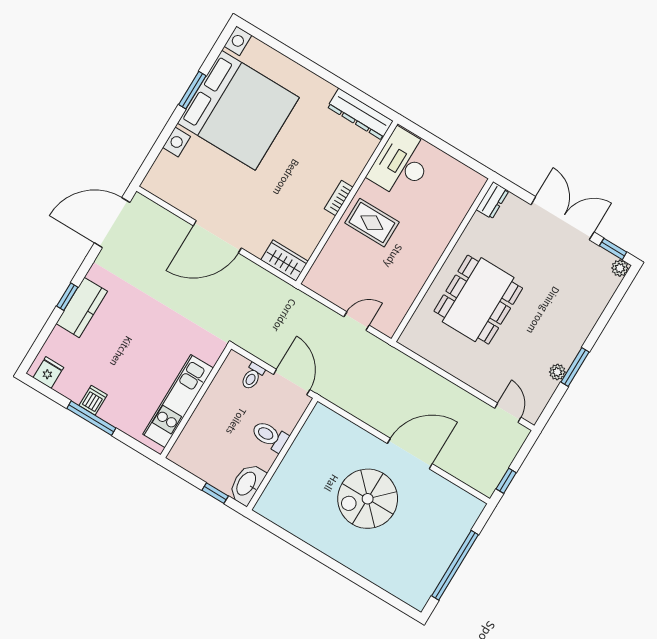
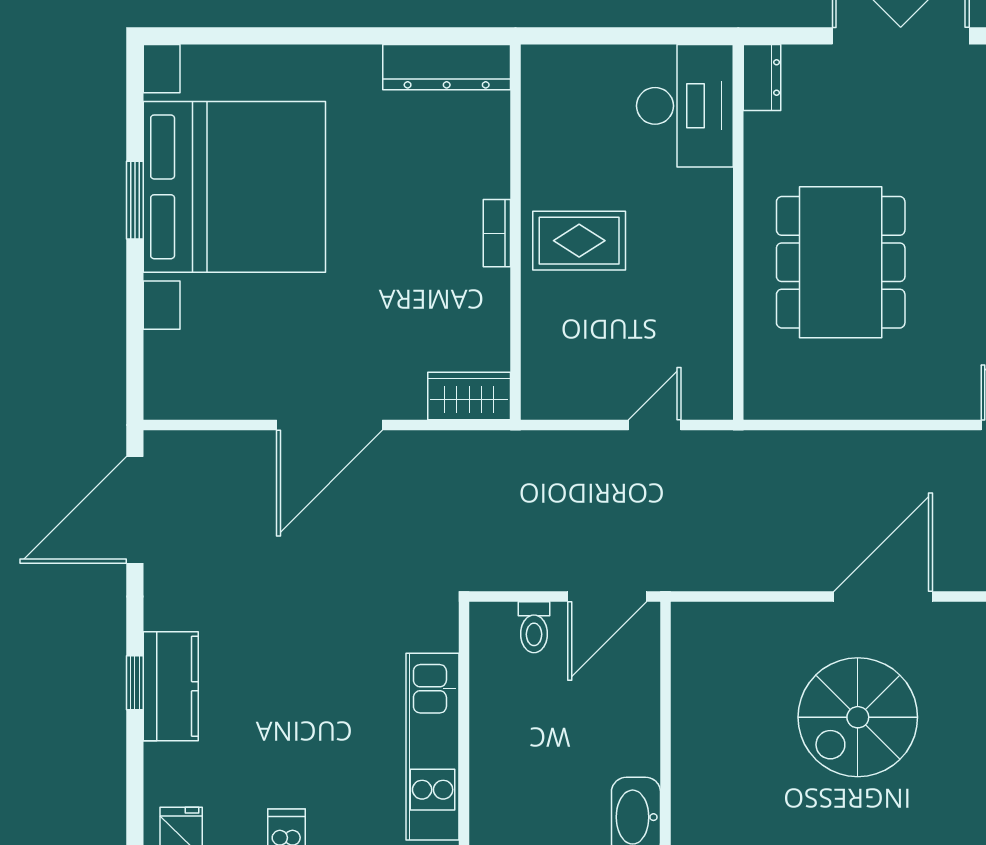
desk: (402, 164) -> (685, 106), moved, turned 180
door: (292, 382) -> (607, 596), swing flipped
toilet: (270, 436) -> (626, 711), removed

